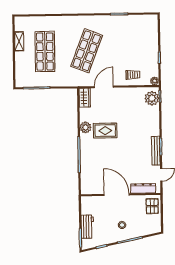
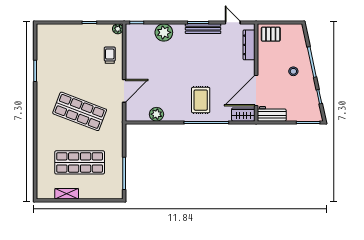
door: (104, 87) -> (124, 91), swing flipped
wardrobe: (85, 98) -> (243, 115), moved
plant: (152, 98) -> (164, 32), moved
plant: (85, 127) -> (156, 114), moved
rug: (105, 131) -> (201, 100), moved
door: (117, 195) -> (256, 90), moved
workbench: (87, 227) -> (272, 114), moved

